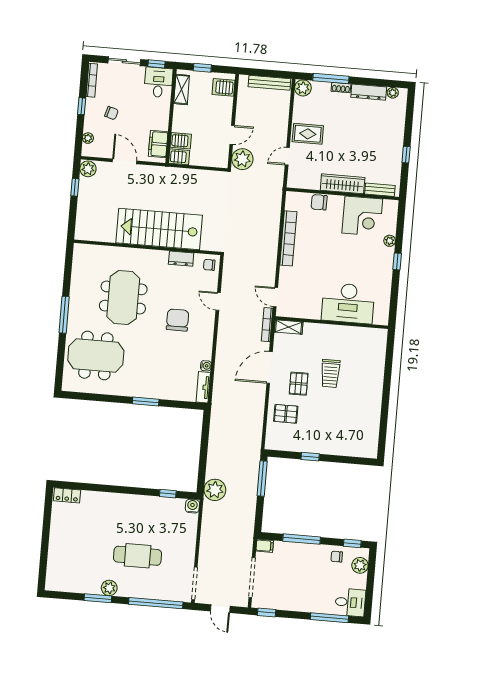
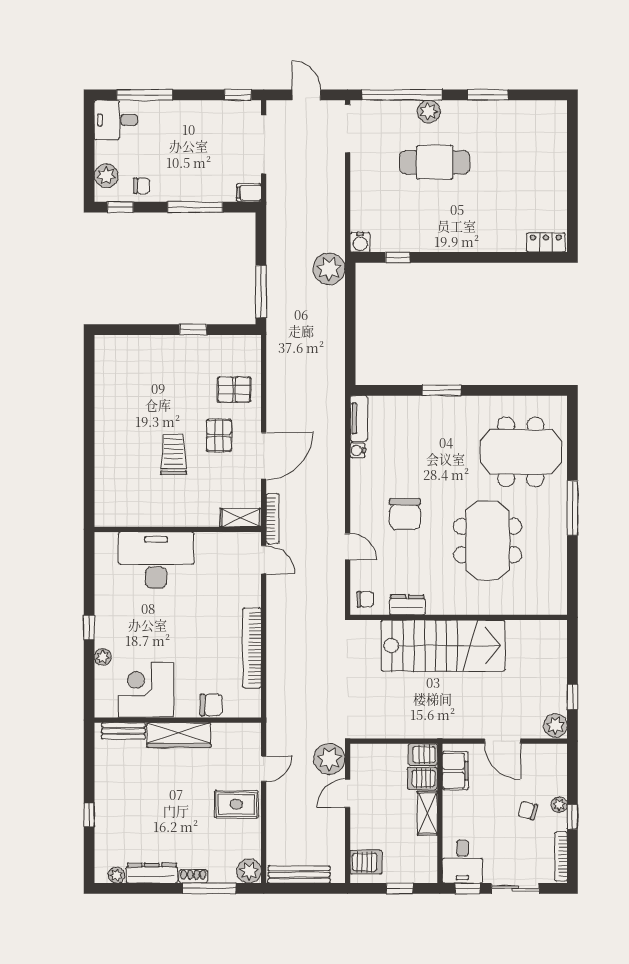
shelving: (182, 89) -> (427, 813), moved
plant: (88, 138) -> (559, 805), moved
window: (406, 155) -> (89, 815), moved
plant: (109, 588) -> (429, 112), moved

